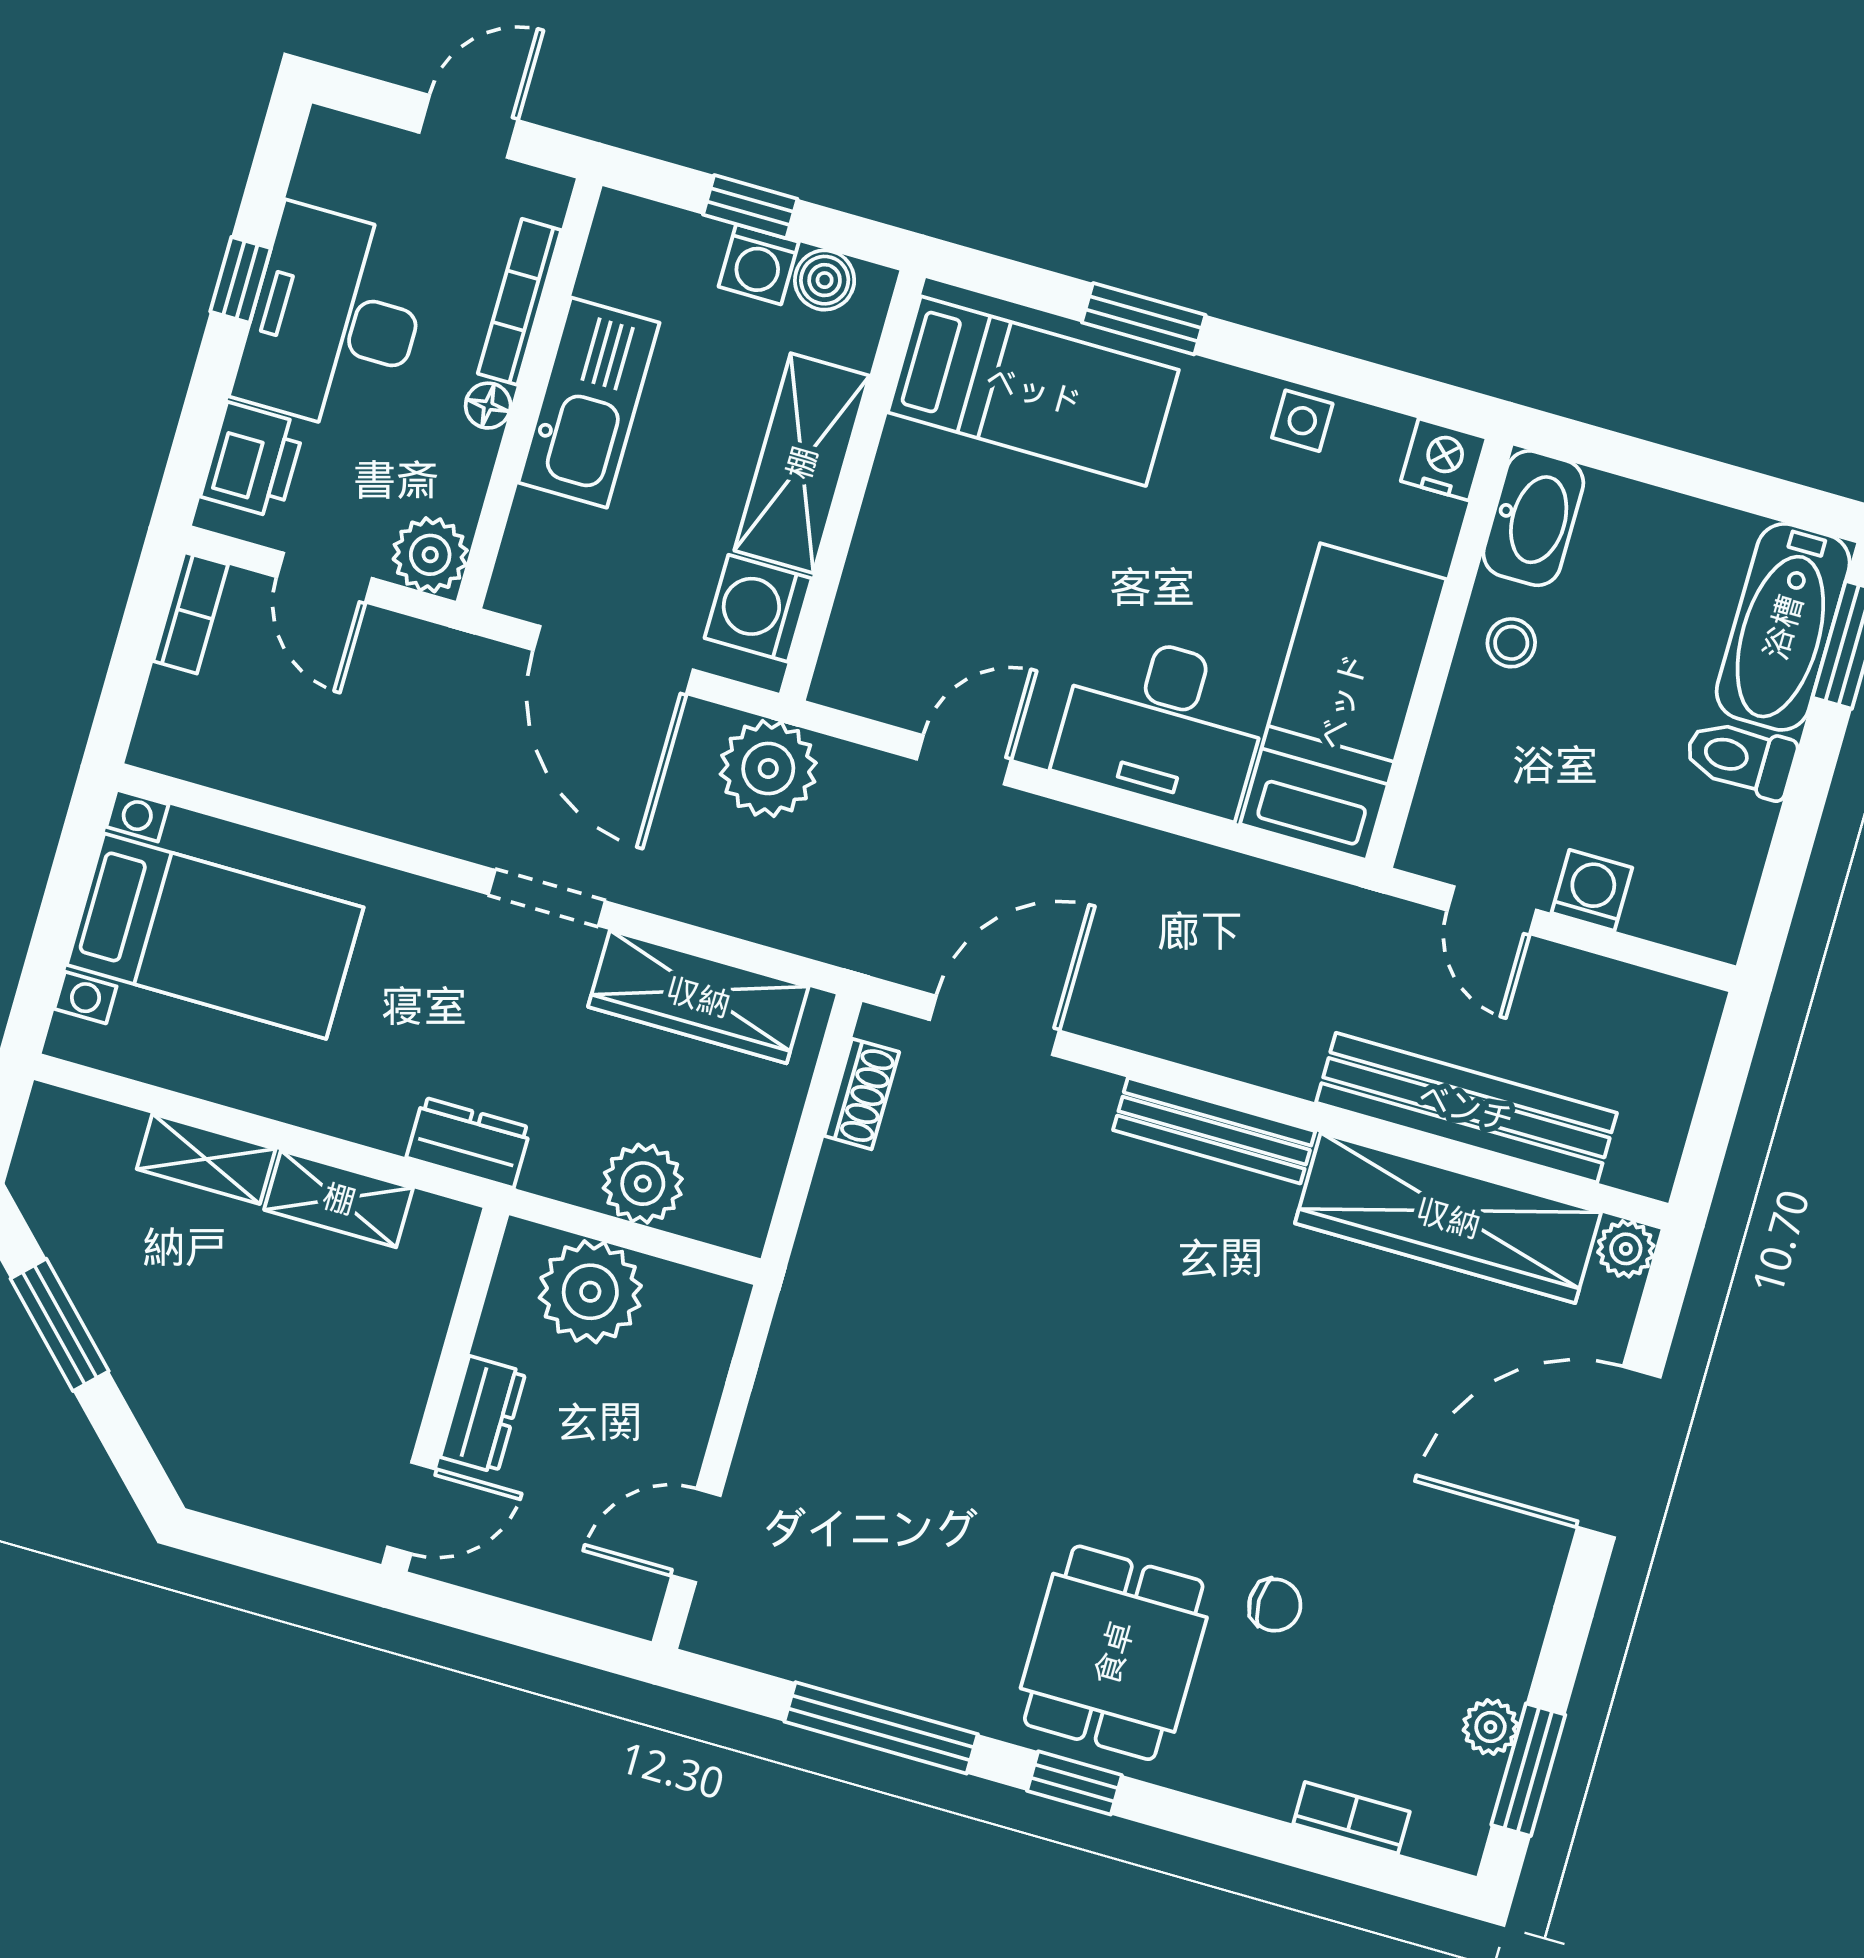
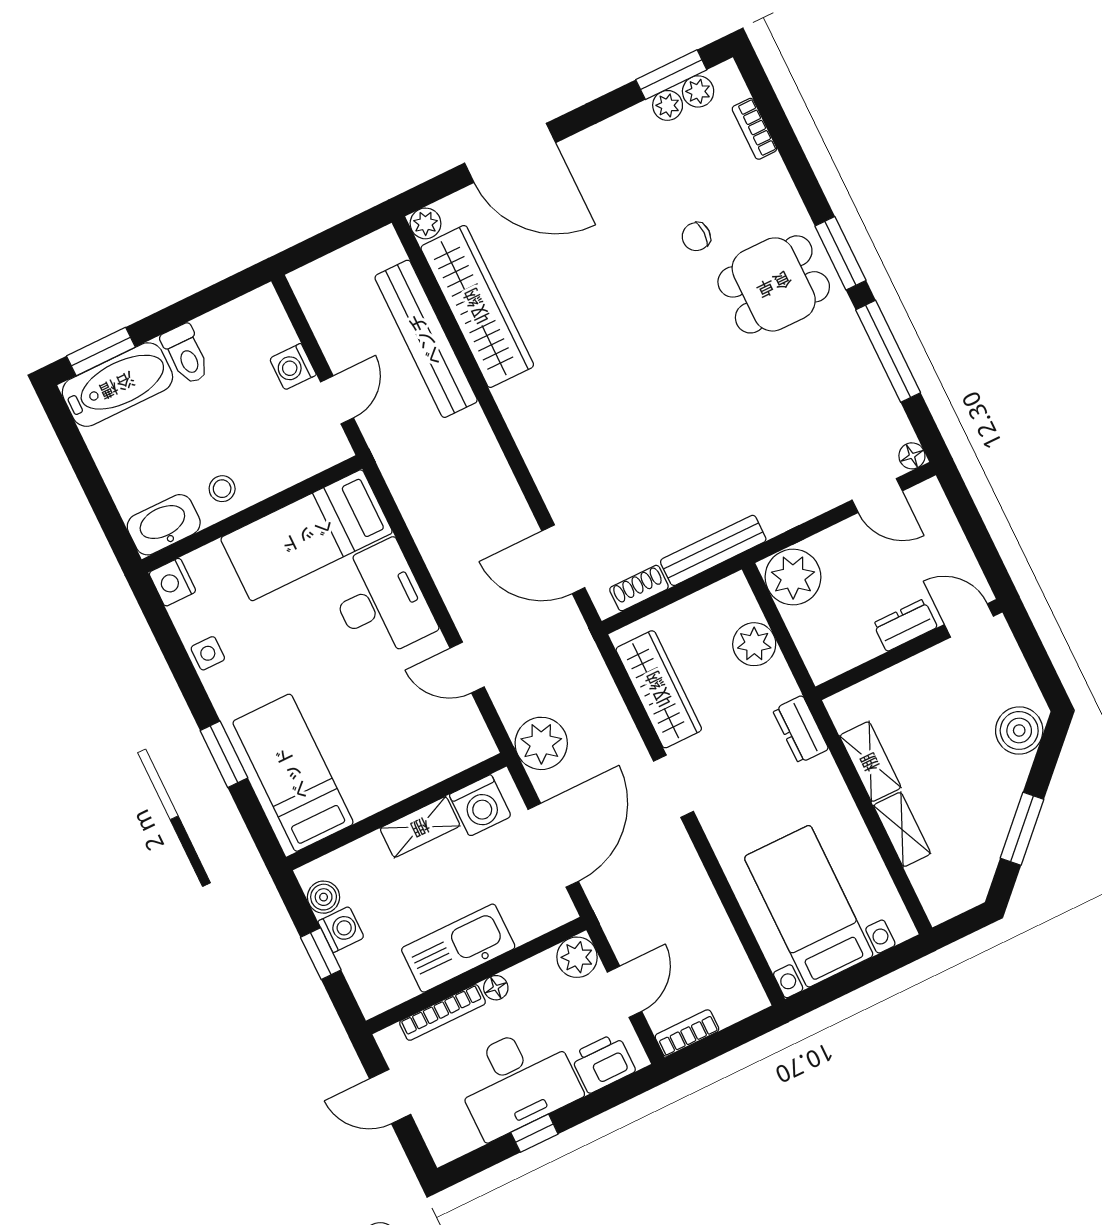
shelving: (802, 463) -> (420, 827), width x0.67, depth x0.75
bench: (1214, 1131) -> (713, 550), moved, turned 90
plant: (590, 1292) -> (793, 577), moved
boiler: (198, 1442) -> (1019, 730), added
chair: (1275, 1605) -> (696, 237), turned -90
floor lamp: (708, 1632) -> (912, 456), added
window: (1074, 1783) -> (840, 253), width x1.50
plant: (1472, 1786) -> (698, 91), added

